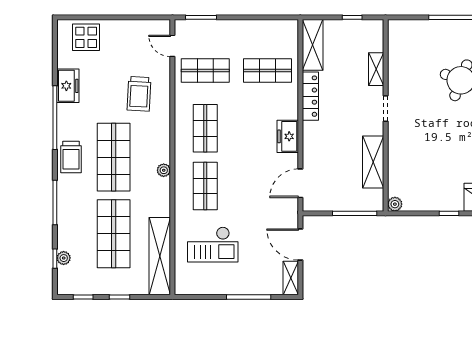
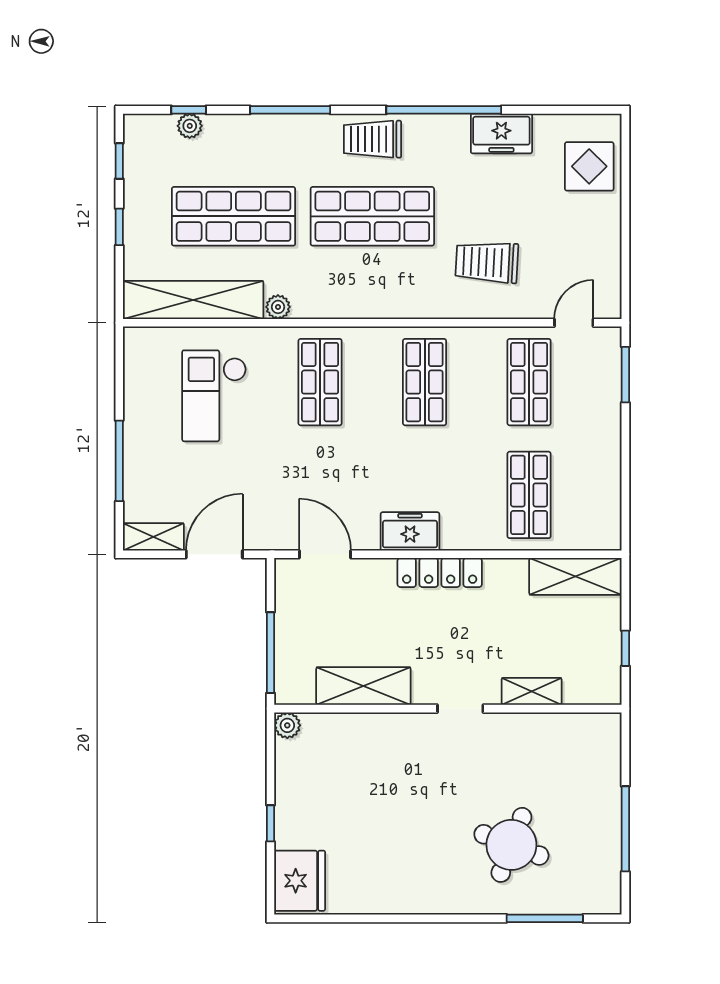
locker: (310, 96) -> (440, 572), moved
shop shelf: (205, 128) -> (425, 382), turned 90
plant: (164, 170) -> (278, 307), moved
shop shelf: (205, 186) -> (320, 382), turned 90

